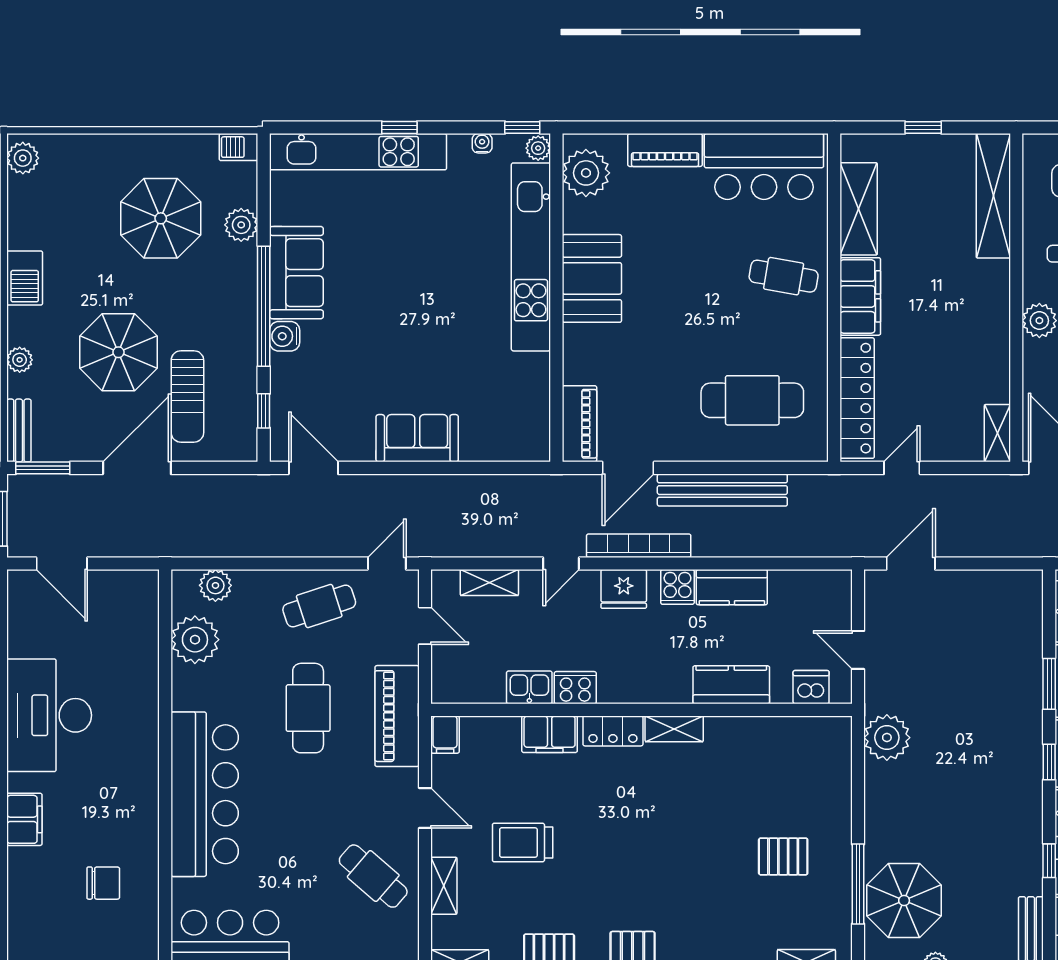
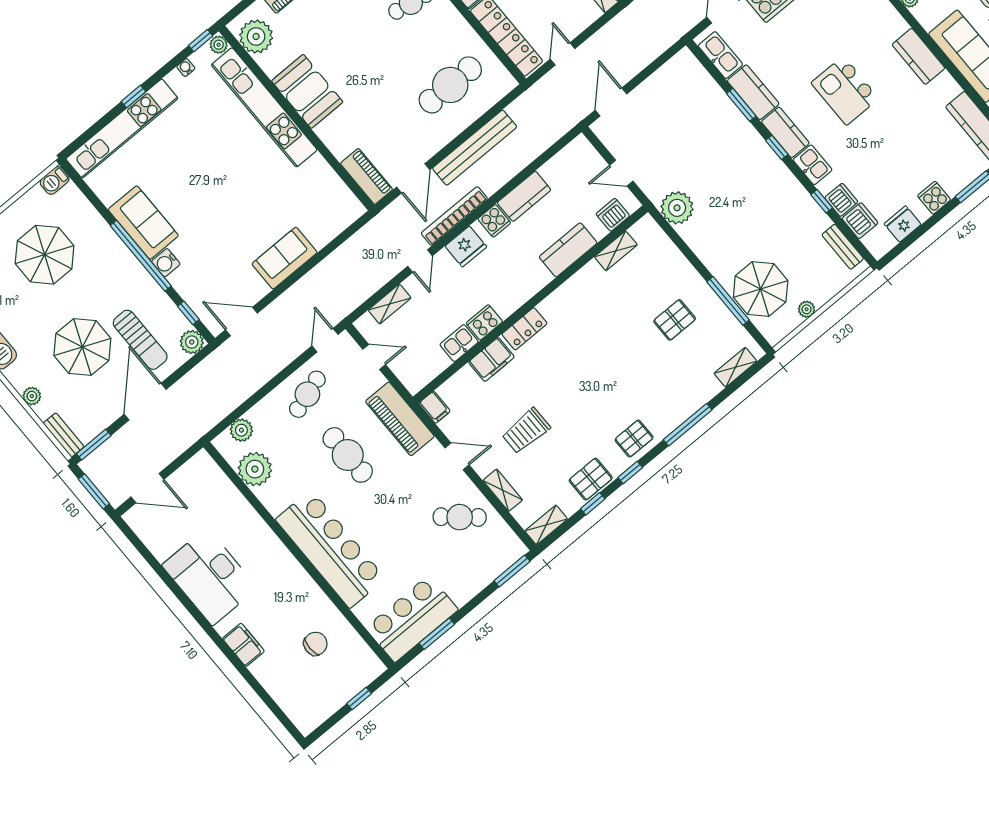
plant: (241, 225) -> (192, 342), moved
shelving: (674, 729) -> (616, 251), moved

